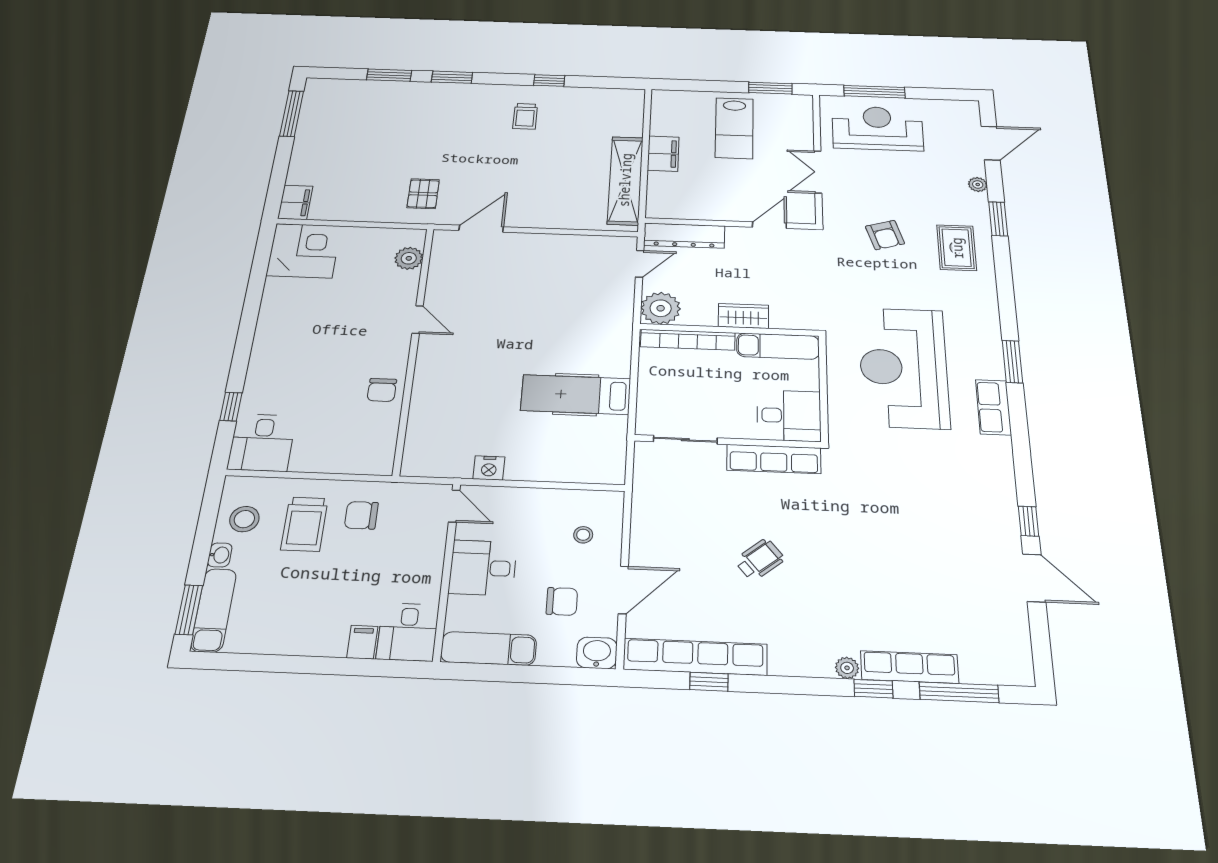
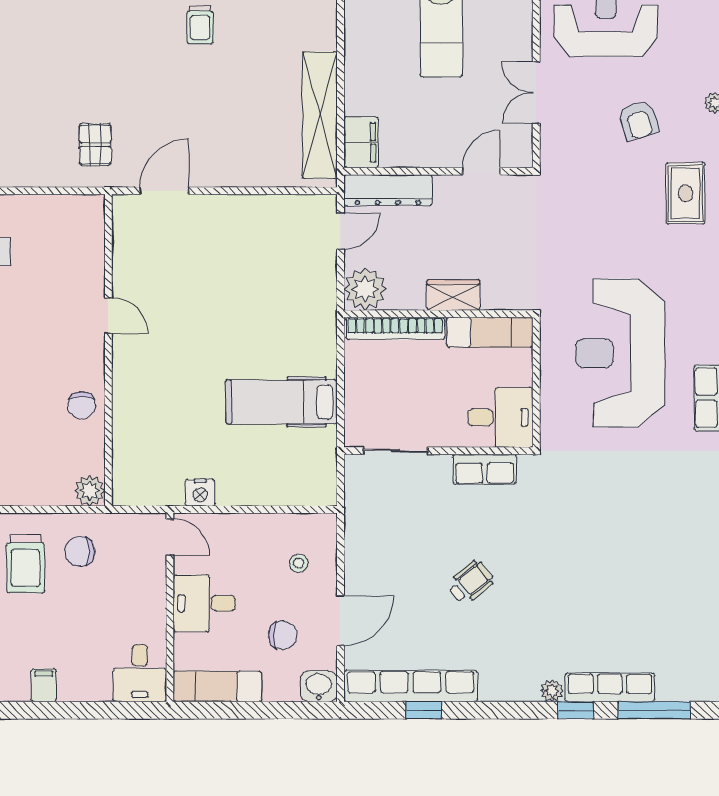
filing cabinet: (663, 154) -> (361, 142), moved
armchair: (885, 235) -> (638, 120), moved
plant: (409, 258) -> (90, 491), moved
row of seats: (774, 459) -> (485, 469), width x0.68
filing cabinet: (362, 642) -> (44, 685), moved

